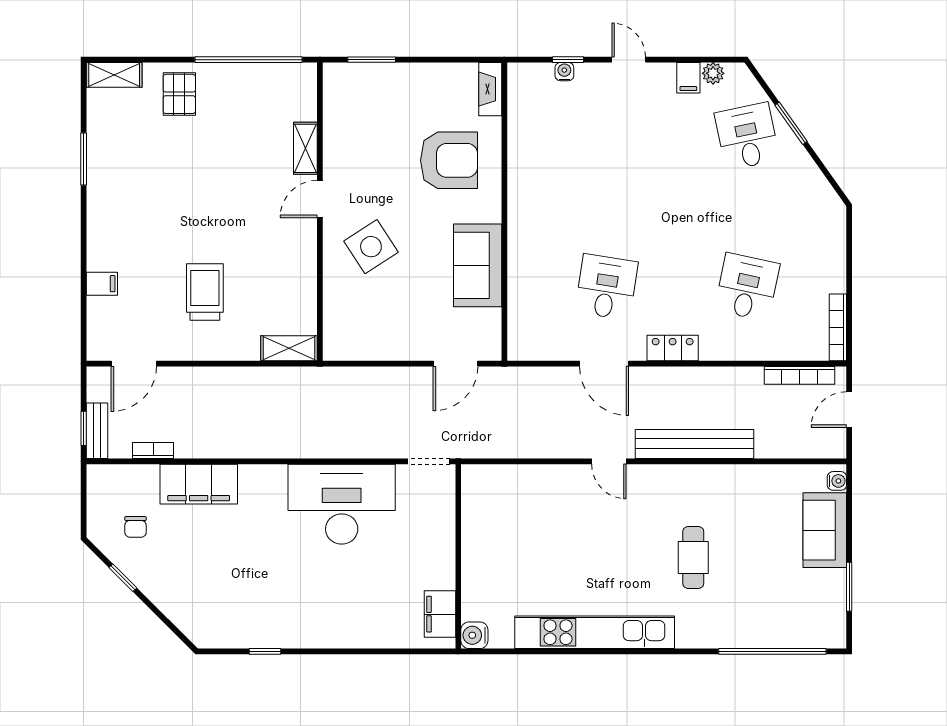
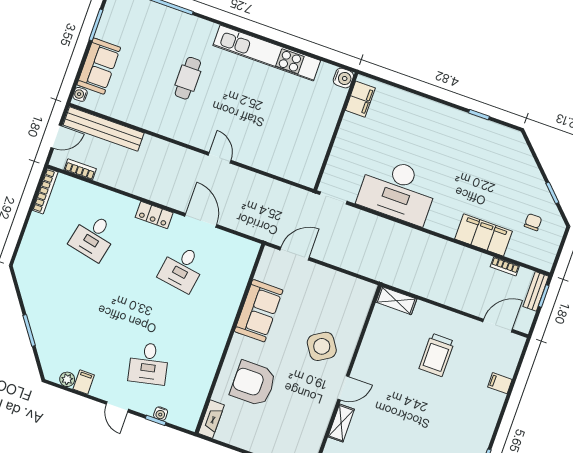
desk: (747, 136) -> (149, 363), moved
bookcase: (799, 375) -> (80, 169), width x0.64
bench: (695, 444) -> (104, 129), moved

